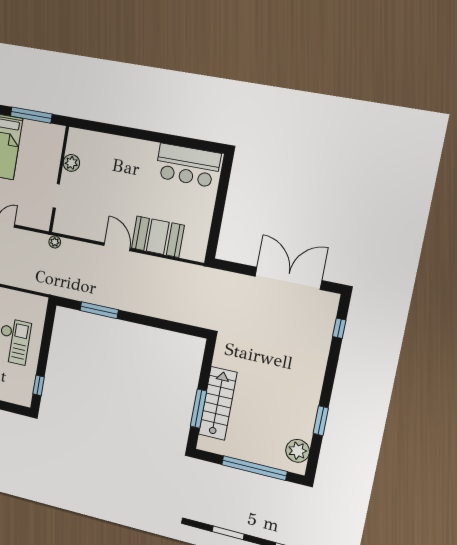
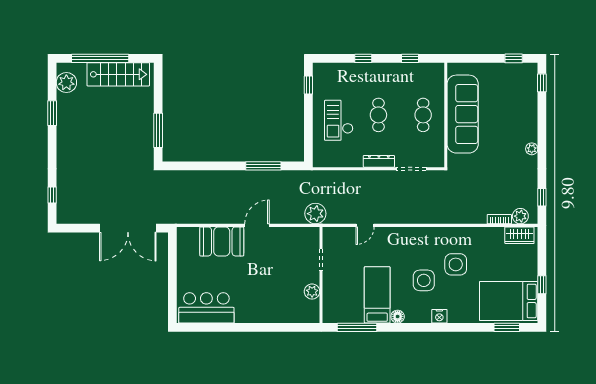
plant: (55, 242) -> (315, 214), width x1.87, depth x1.87
door: (117, 247) -> (257, 225), swing flipped
double door: (288, 278) -> (128, 228), moved
stairs: (218, 403) -> (118, 74), moved, turned -90
window: (198, 409) -> (158, 130), moved

